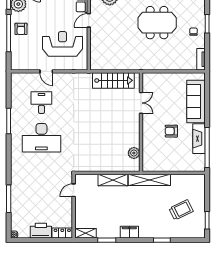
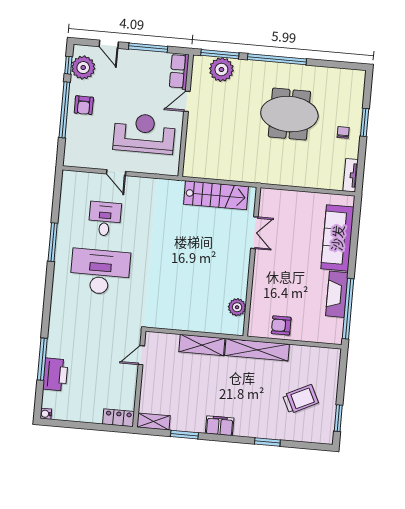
armchair: (171, 131) -> (281, 325), moved
desk: (41, 138) -> (100, 272), turned 180
printer: (41, 231) -> (55, 374), moved, turned 90

